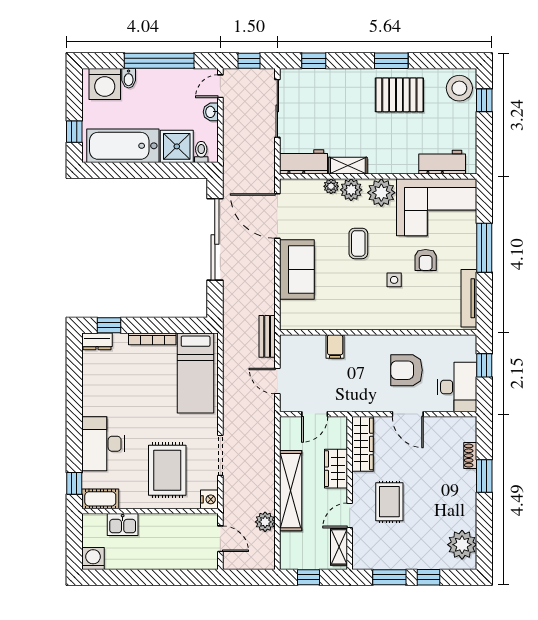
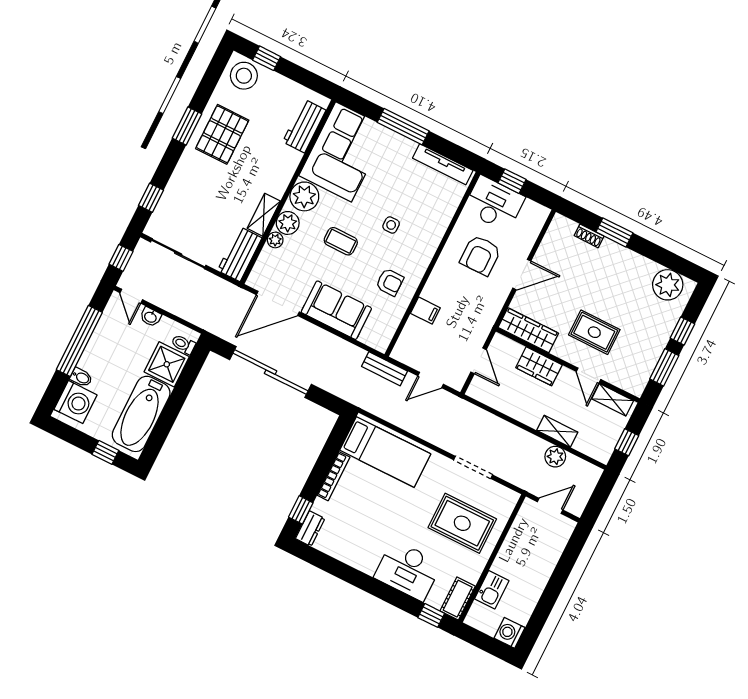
armchair: (426, 260) -> (390, 282), moved
desk: (457, 387) -> (494, 204), moved
shelving: (291, 491) -> (557, 431), width x0.45, depth x0.75
nightstand: (209, 499) -> (509, 498), removed

